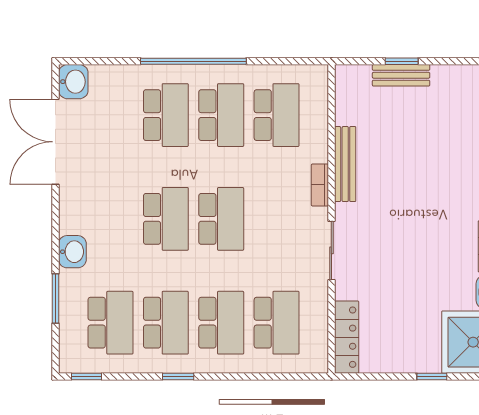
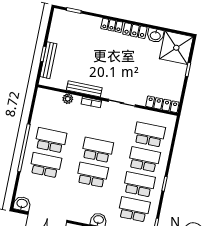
bench: (401, 75) -> (48, 60), width x1.36
school desk: (277, 115) -> (56, 115), removed
plant: (317, 133) -> (68, 99), added

